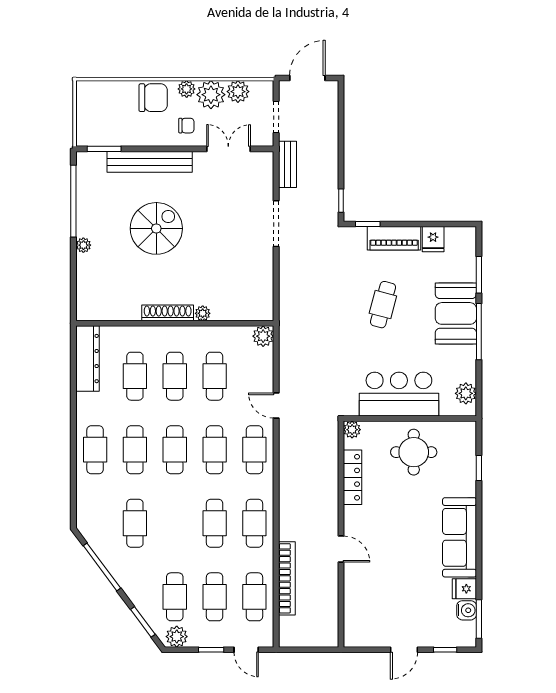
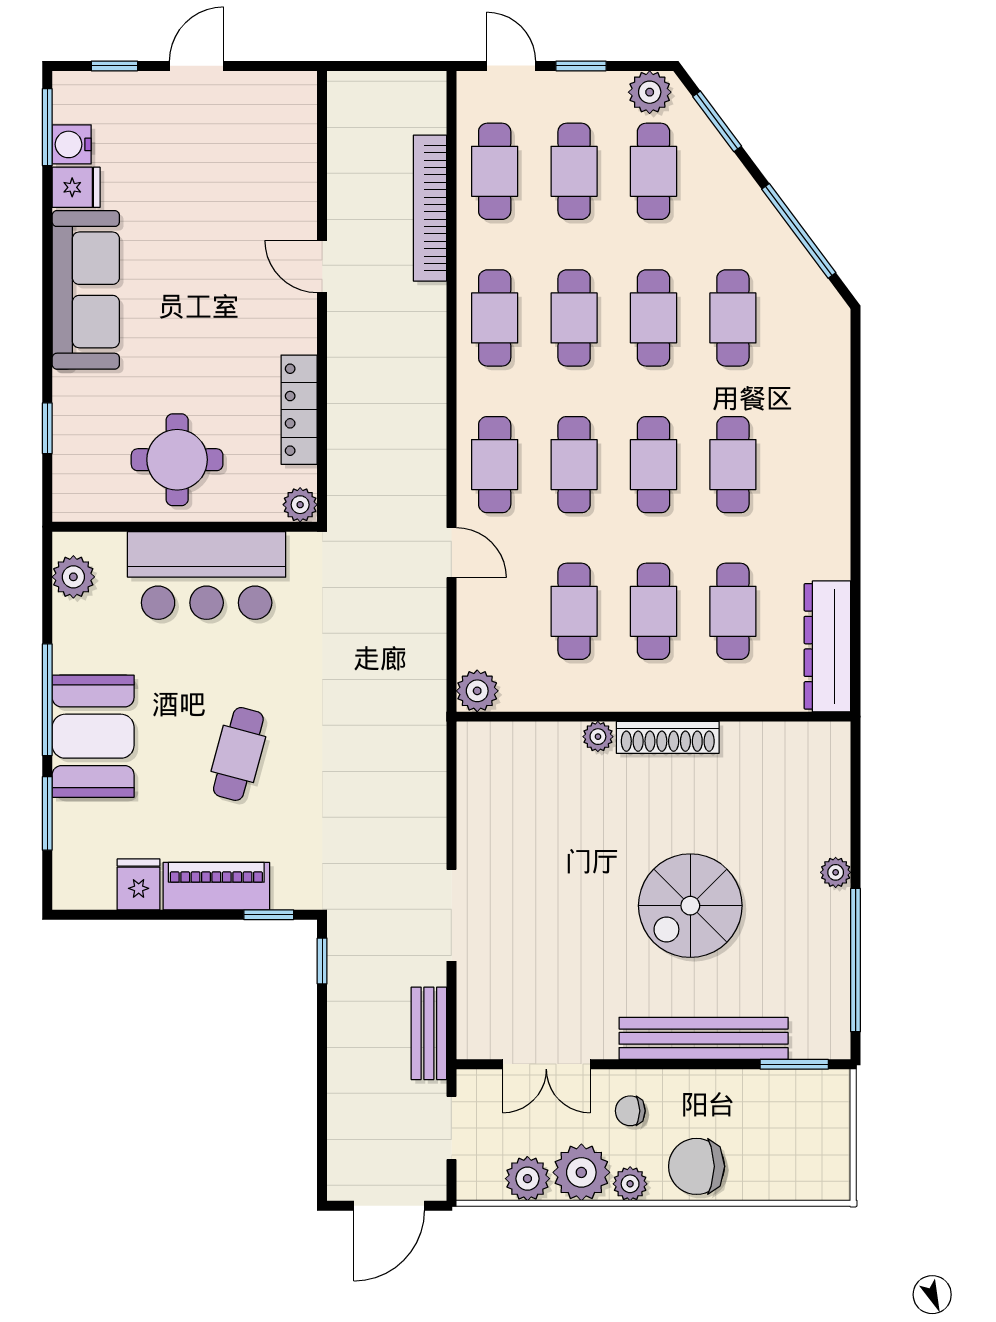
cafe table: (95, 450) -> (654, 318), moved

